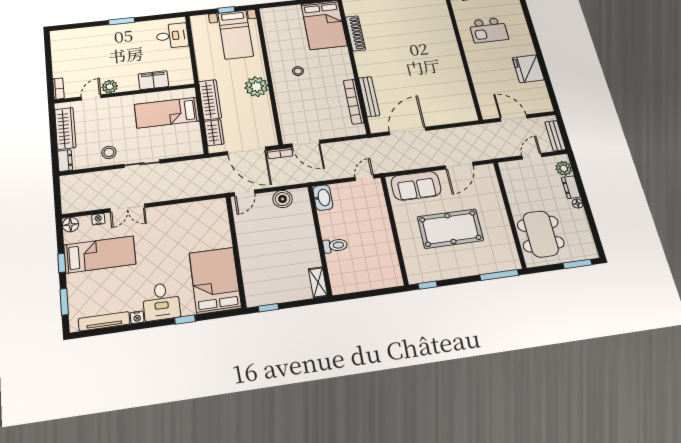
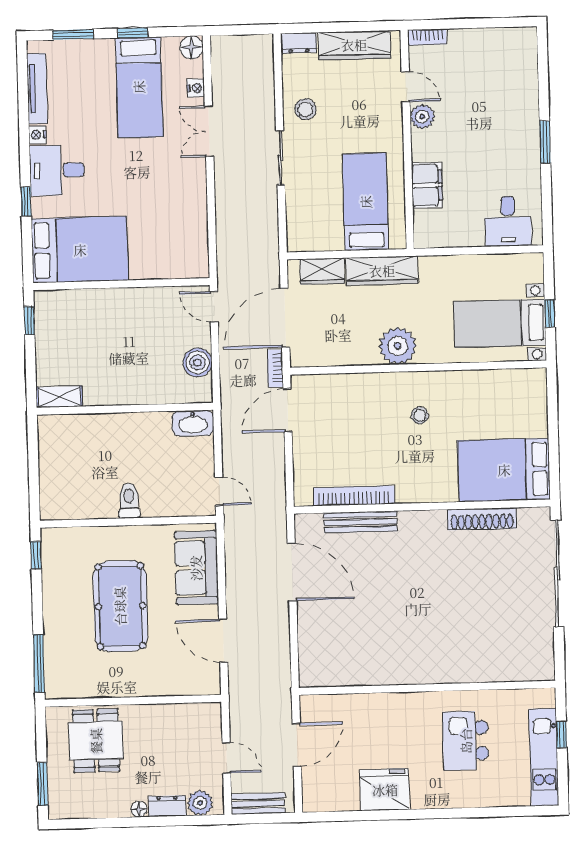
dining table: (541, 234) -> (96, 741), width x0.73
toilet: (335, 245) -> (129, 501), moved, turned 180

